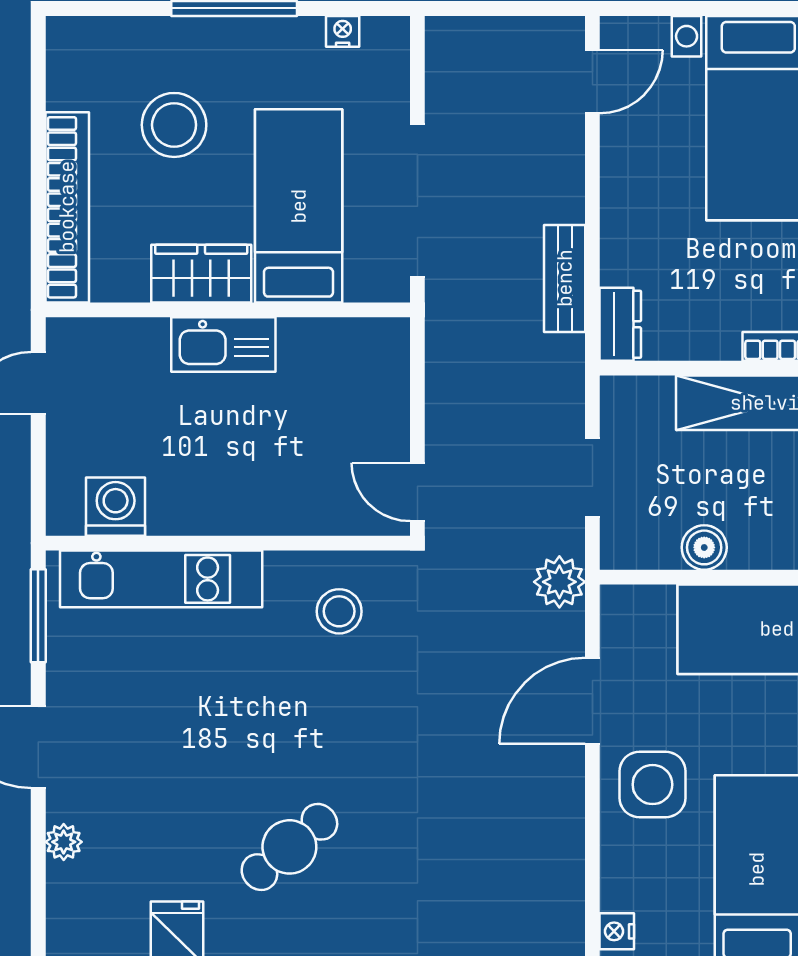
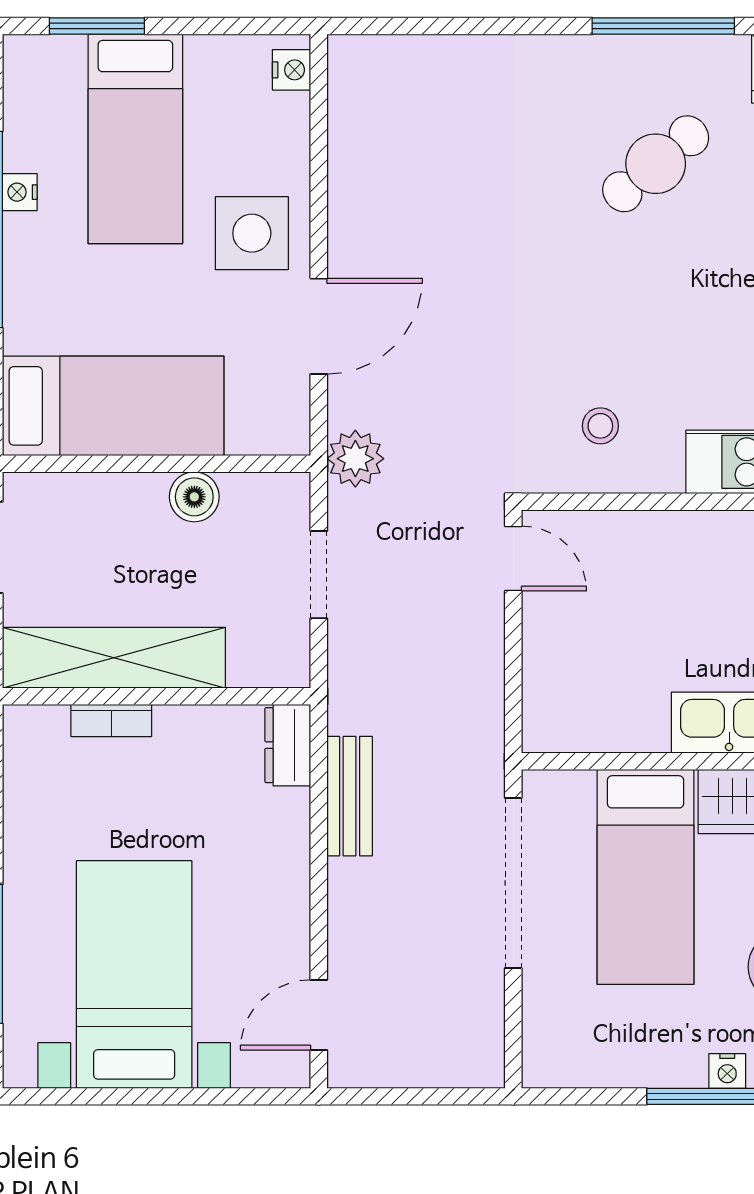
nightstand: (343, 31) -> (727, 1071), moved
stool: (339, 611) -> (600, 426), width x0.73, depth x0.73

